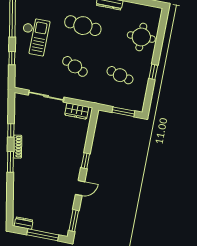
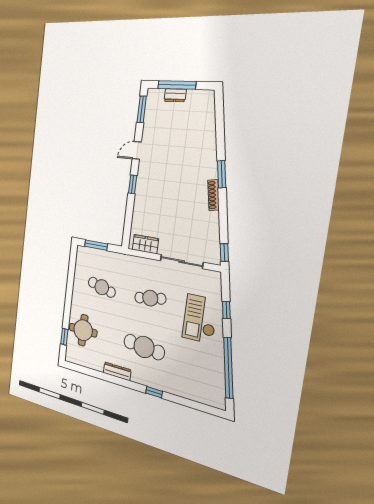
checkout: (34, 36) -> (200, 319), moved
cafe table: (75, 66) -> (150, 298), turned -33
window: (153, 72) -> (64, 337), moved
window: (11, 130) -> (224, 252), moved
dresser: (24, 223) -> (175, 95), moved

